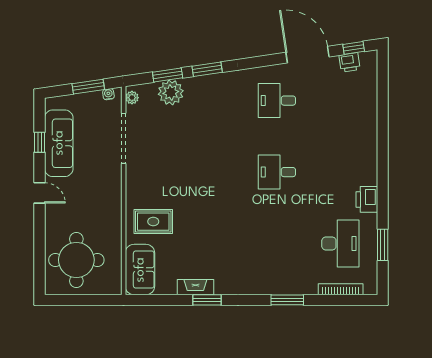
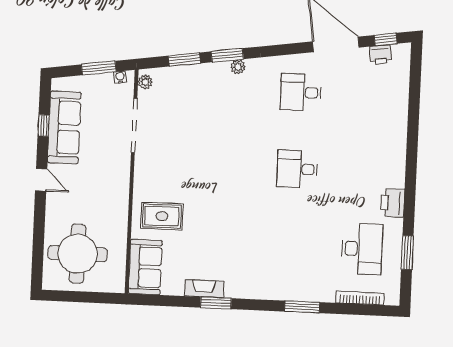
plant: (171, 92) -> (238, 67), moved, width x0.53, depth x0.53

